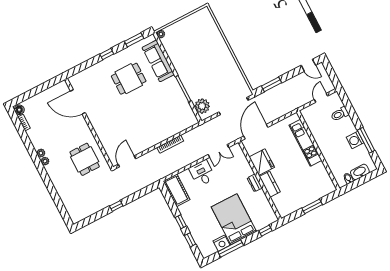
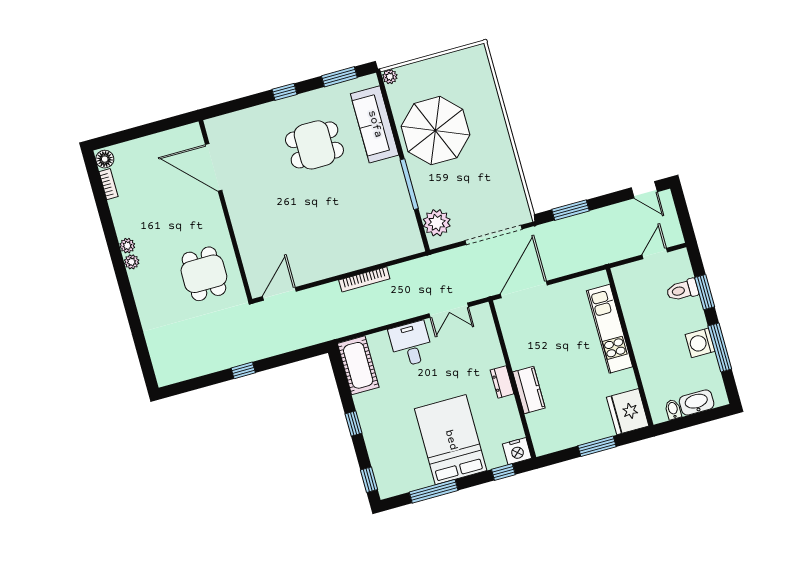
parasol: (191, 57) -> (435, 131), added
window: (352, 113) -> (705, 292), added
fridge: (262, 162) -> (628, 412), moved, turned 180
window: (190, 240) -> (369, 480), moved
nightstand: (222, 243) -> (517, 451), moved

